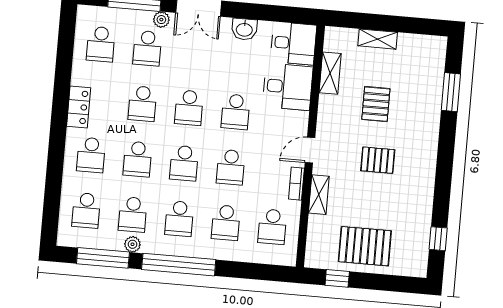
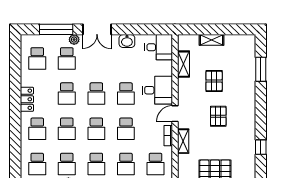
desk: (288, 87) -> (157, 90), moved
pallet: (378, 160) -> (218, 116), turned 90
window: (438, 239) -> (261, 147), moved

